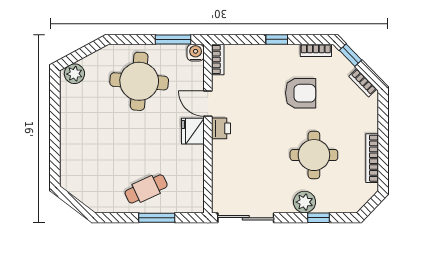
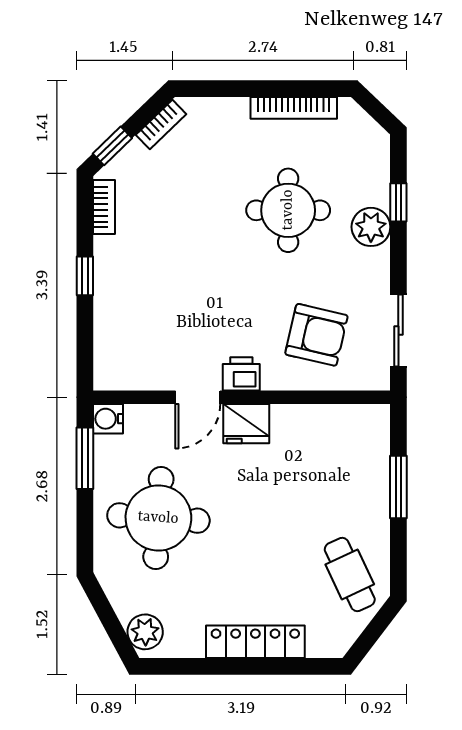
bookcase: (218, 59) -> (120, 380), removed
armchair: (301, 93) -> (316, 335), moved, turned 103
locker: (69, 136) -> (255, 642), added
cafe table: (146, 189) -> (350, 574), moved
sliding door: (246, 218) -> (398, 330), width x0.73

